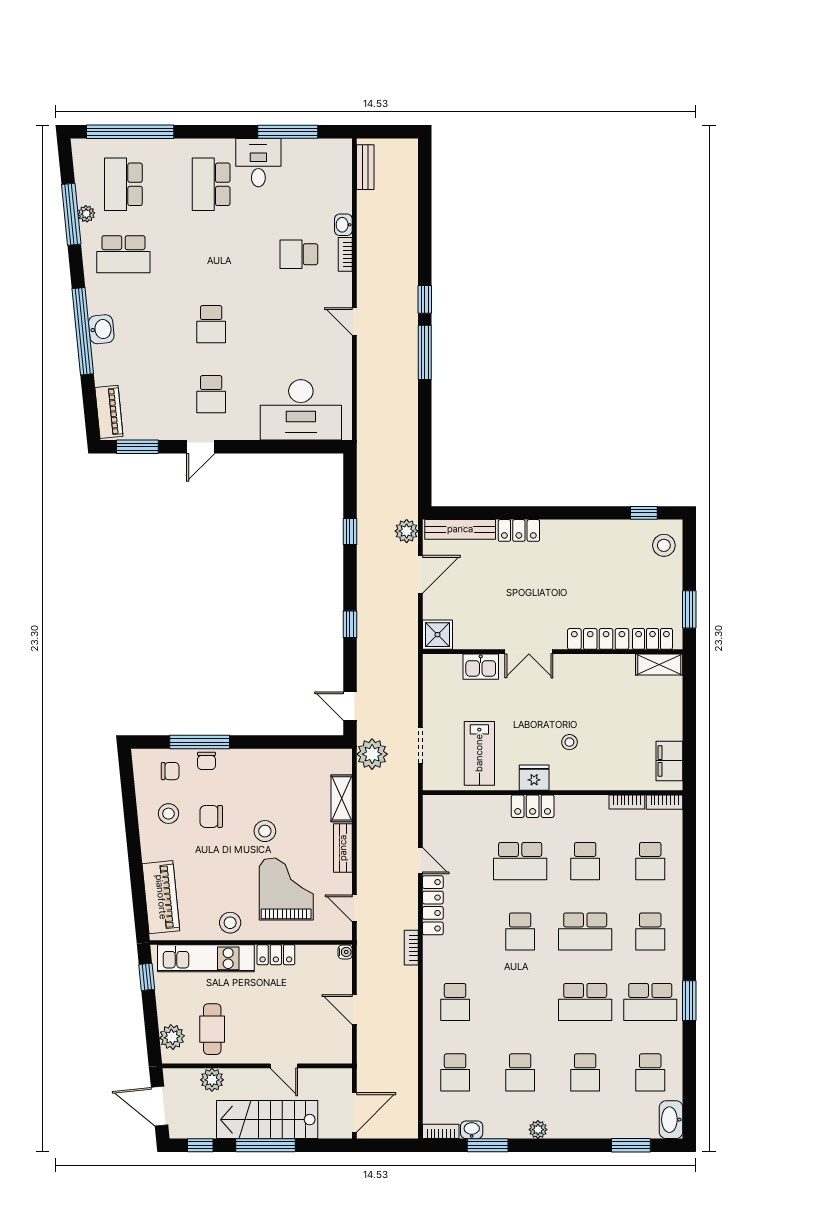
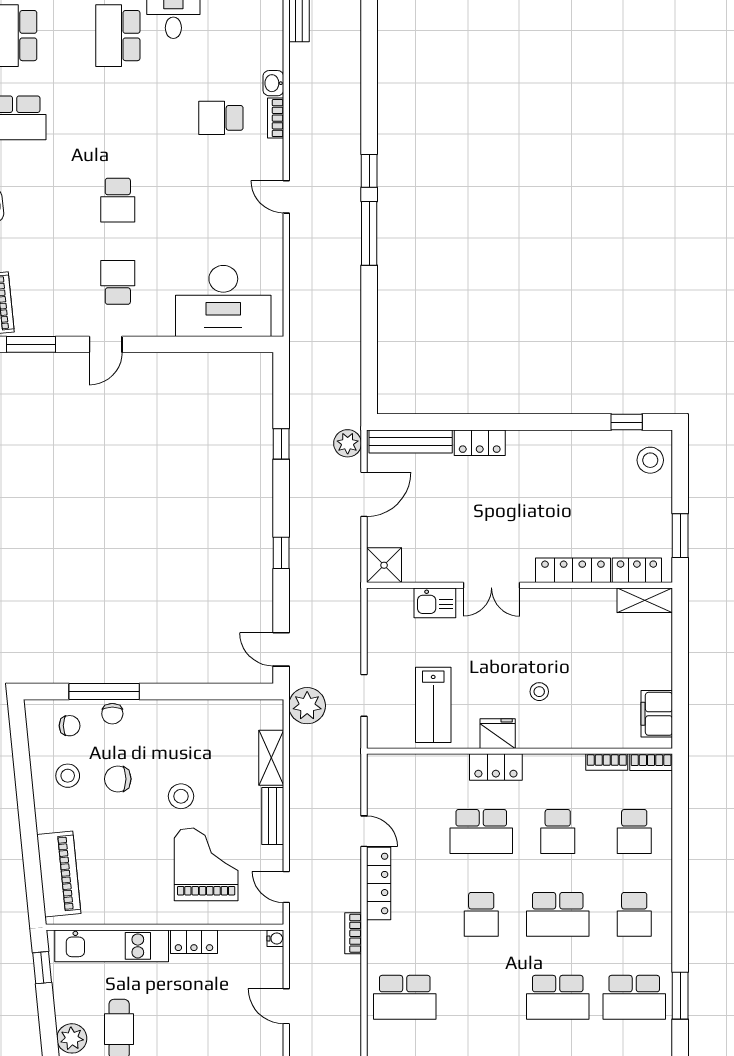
school desk: (211, 394) -> (118, 282), turned 180
stool: (230, 923) -> (140, 904), removed
school desk: (455, 1002) -> (405, 997), width x1.85

